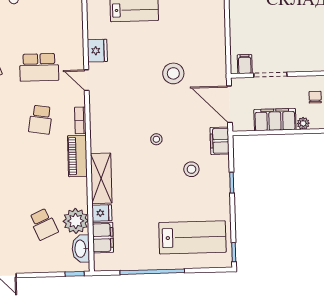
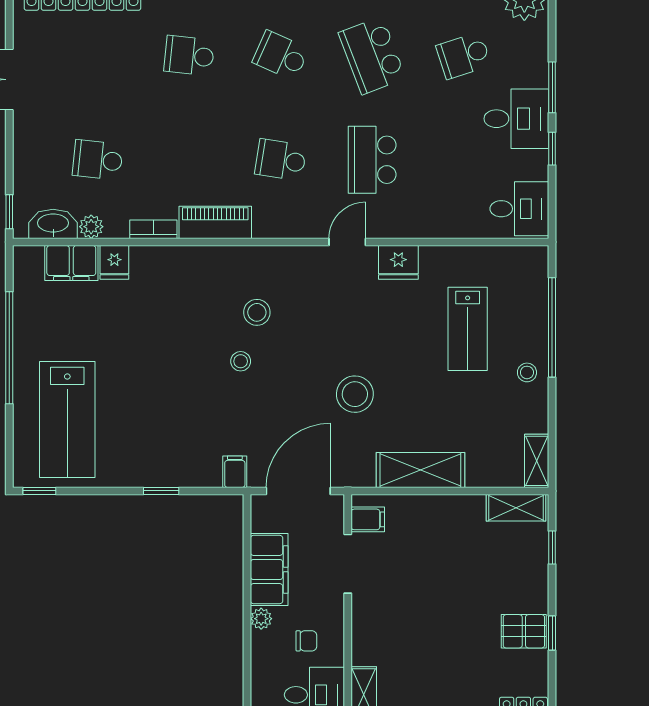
bookcase: (80, 120) -> (153, 229), moved
filing cabinet: (220, 141) -> (235, 472), width x0.50
stool: (191, 169) -> (257, 312), moved
shelving: (101, 178) -> (420, 470), moved
plant: (76, 221) -> (91, 227), width x0.53, depth x0.53
school desk: (43, 224) -> (98, 160), turned 30

